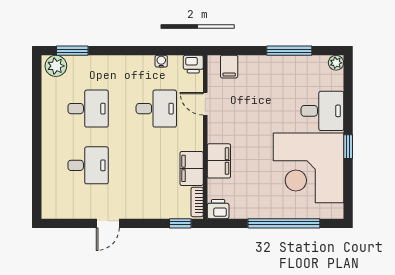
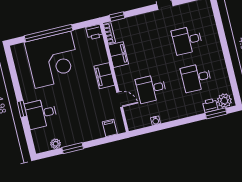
window: (289, 51) -> (73, 148), width x0.69
plant: (336, 63) -> (56, 144), moved
printer: (193, 64) -> (210, 105), moved
window: (348, 147) -> (22, 109), moved
filing cabinet: (219, 161) -> (104, 76), moved
corner desk: (308, 168) -> (53, 60), moved, turned 90

